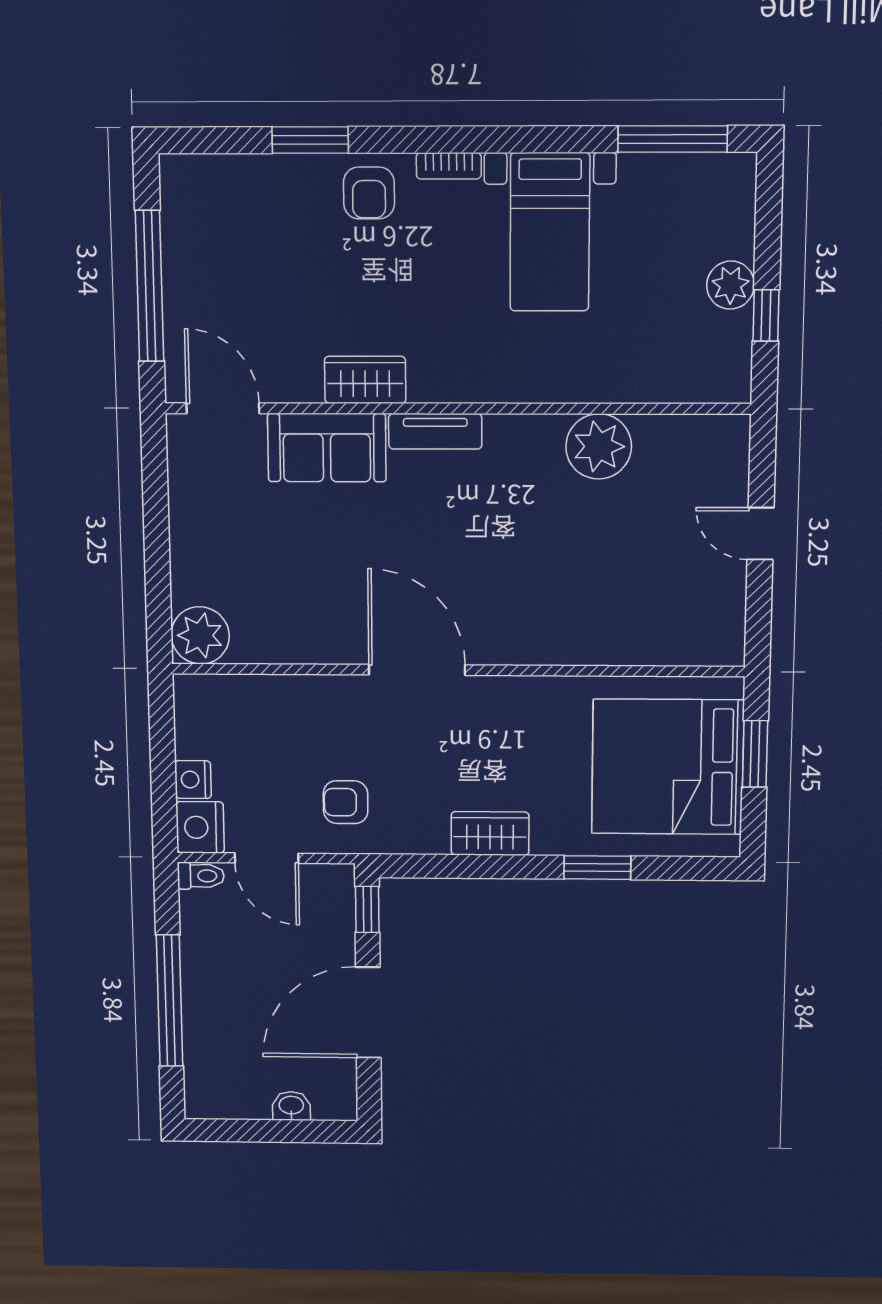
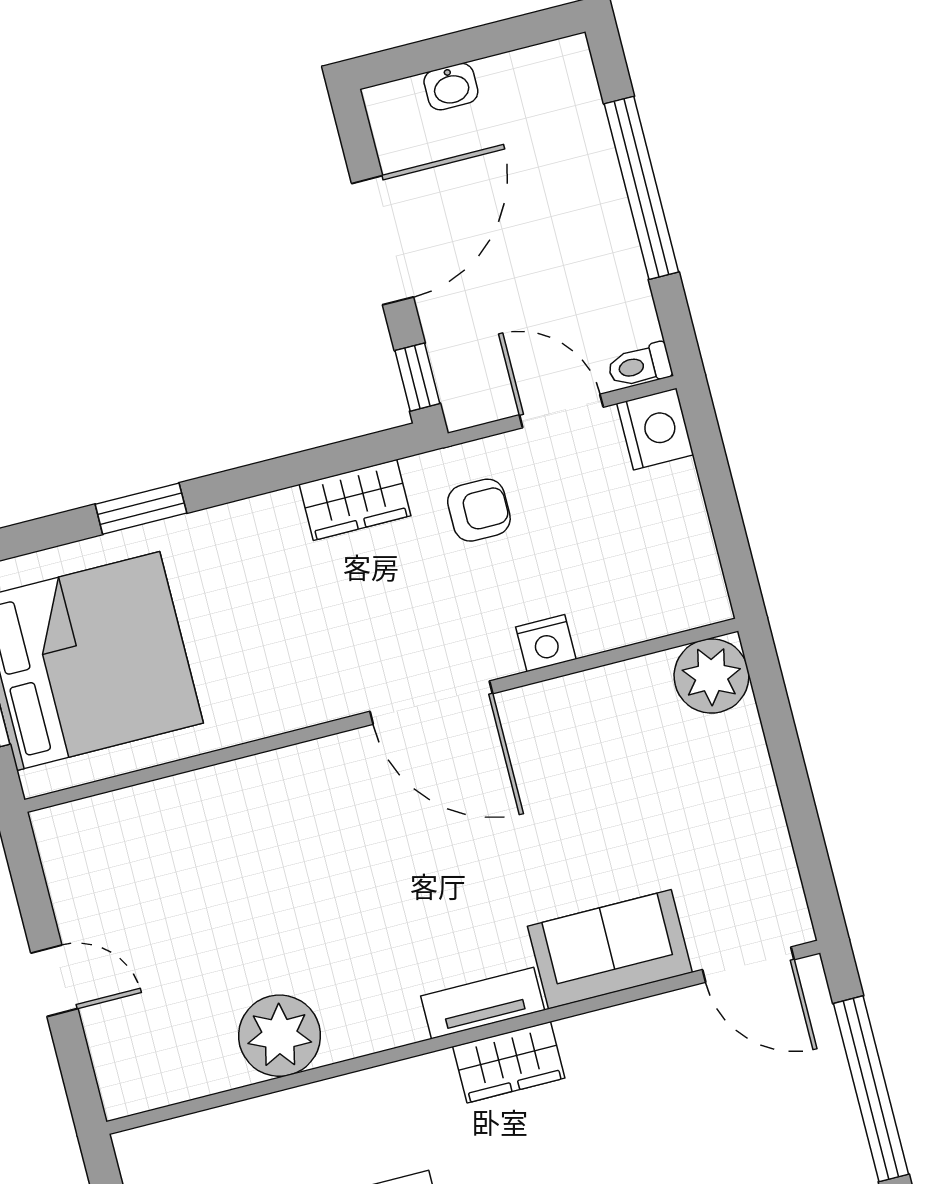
wardrobe: (365, 380) -> (509, 1062), moved
nightstand: (193, 780) -> (546, 643), moved, turned 90
wardrobe: (490, 834) -> (355, 500), moved

